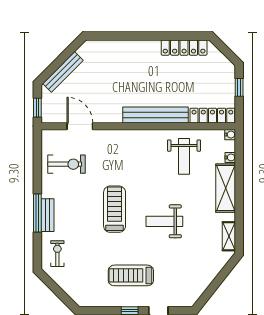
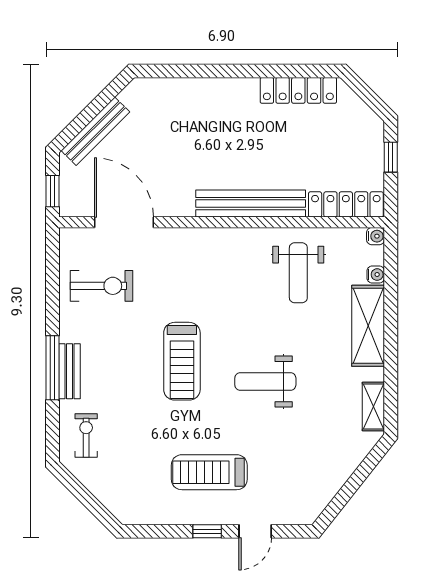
door: (80, 126) -> (124, 222), width x1.36
treadmill: (115, 209) -> (182, 361), turned 180

